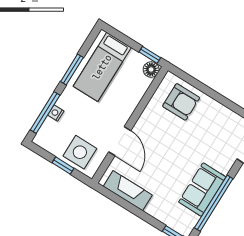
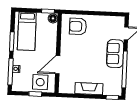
armchair: (181, 102) -> (78, 26), turned 180
door: (120, 141) -> (58, 65), swing flipped
sofa: (202, 190) -> (115, 54), moved
fireplace: (128, 191) -> (89, 89), moved

